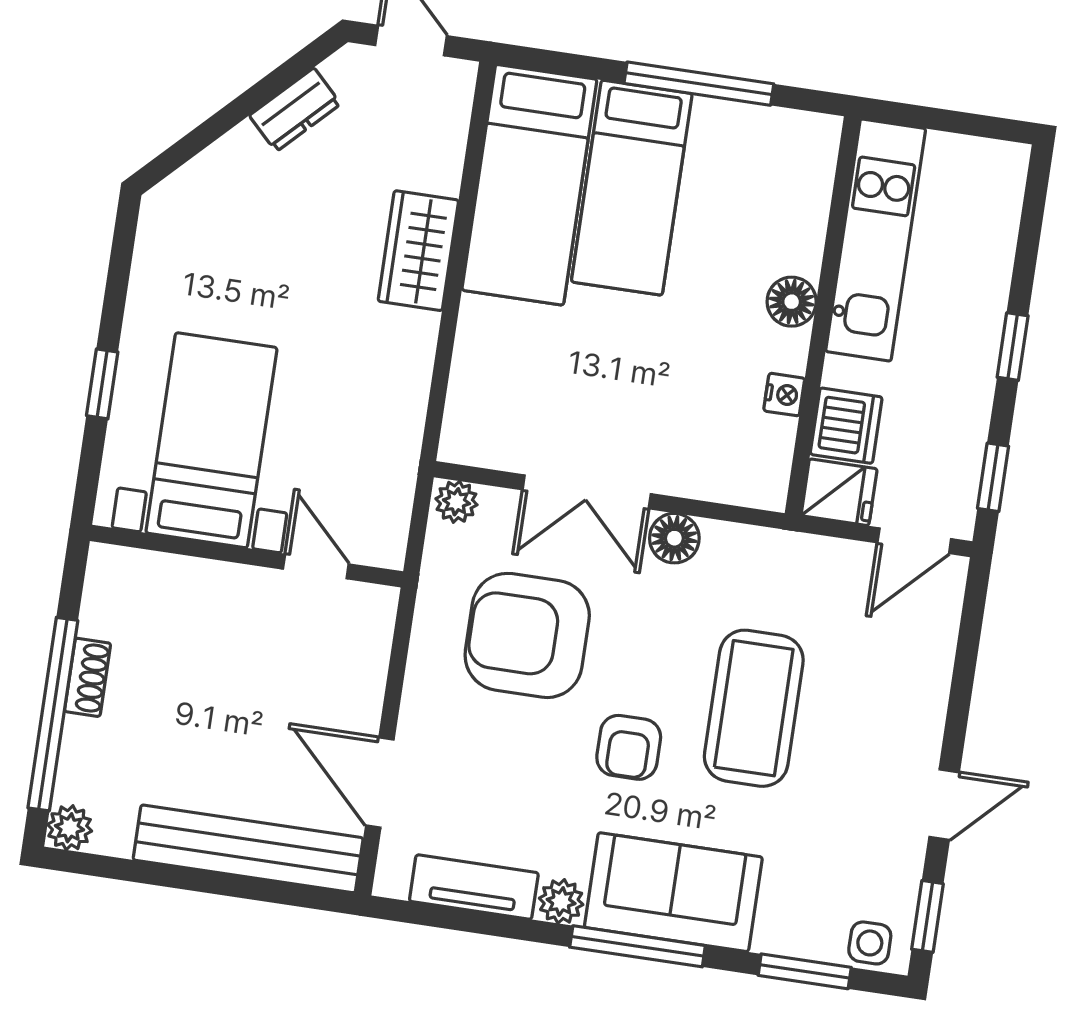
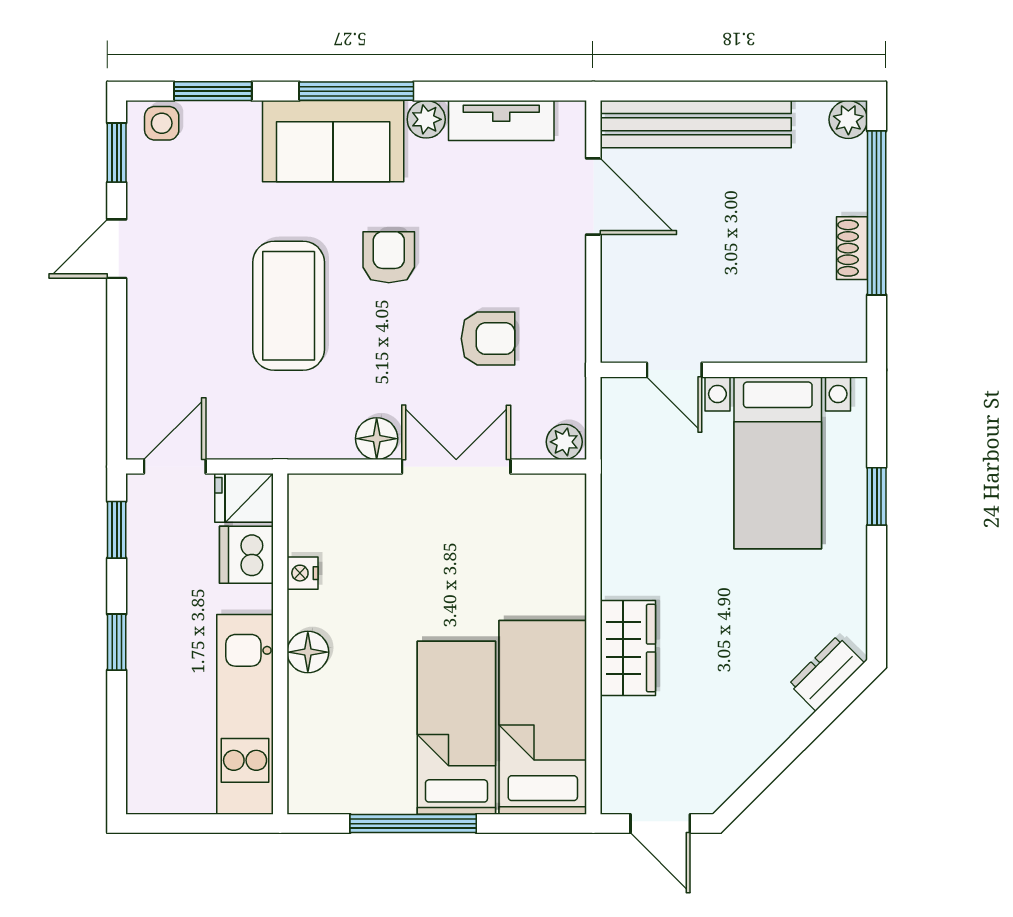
dresser: (295, 110) -> (827, 673), moved
armchair: (527, 635) -> (488, 339), width x0.53, depth x0.53

